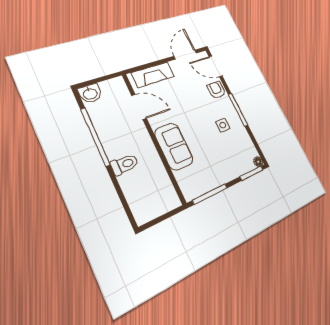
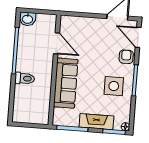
fireplace: (153, 75) -> (96, 122), moved, turned 180
side table: (223, 125) -> (114, 86), width x1.87, depth x1.87
sofa: (174, 146) -> (66, 83), width x1.36

